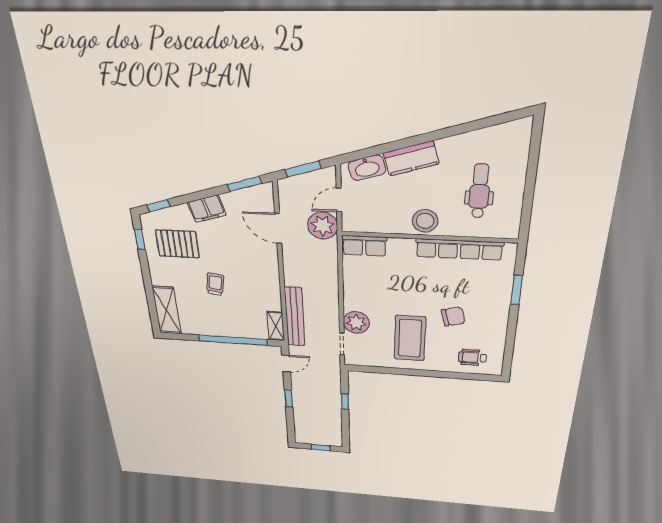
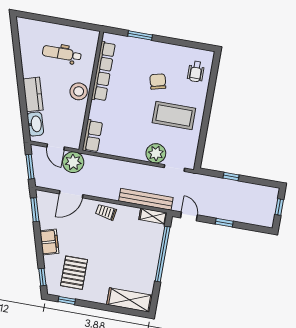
trolley: (215, 284) -> (106, 212), moved

